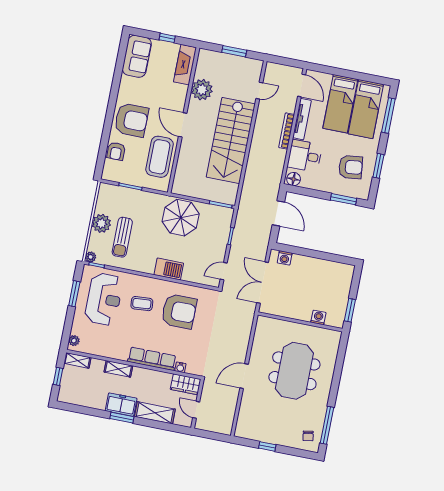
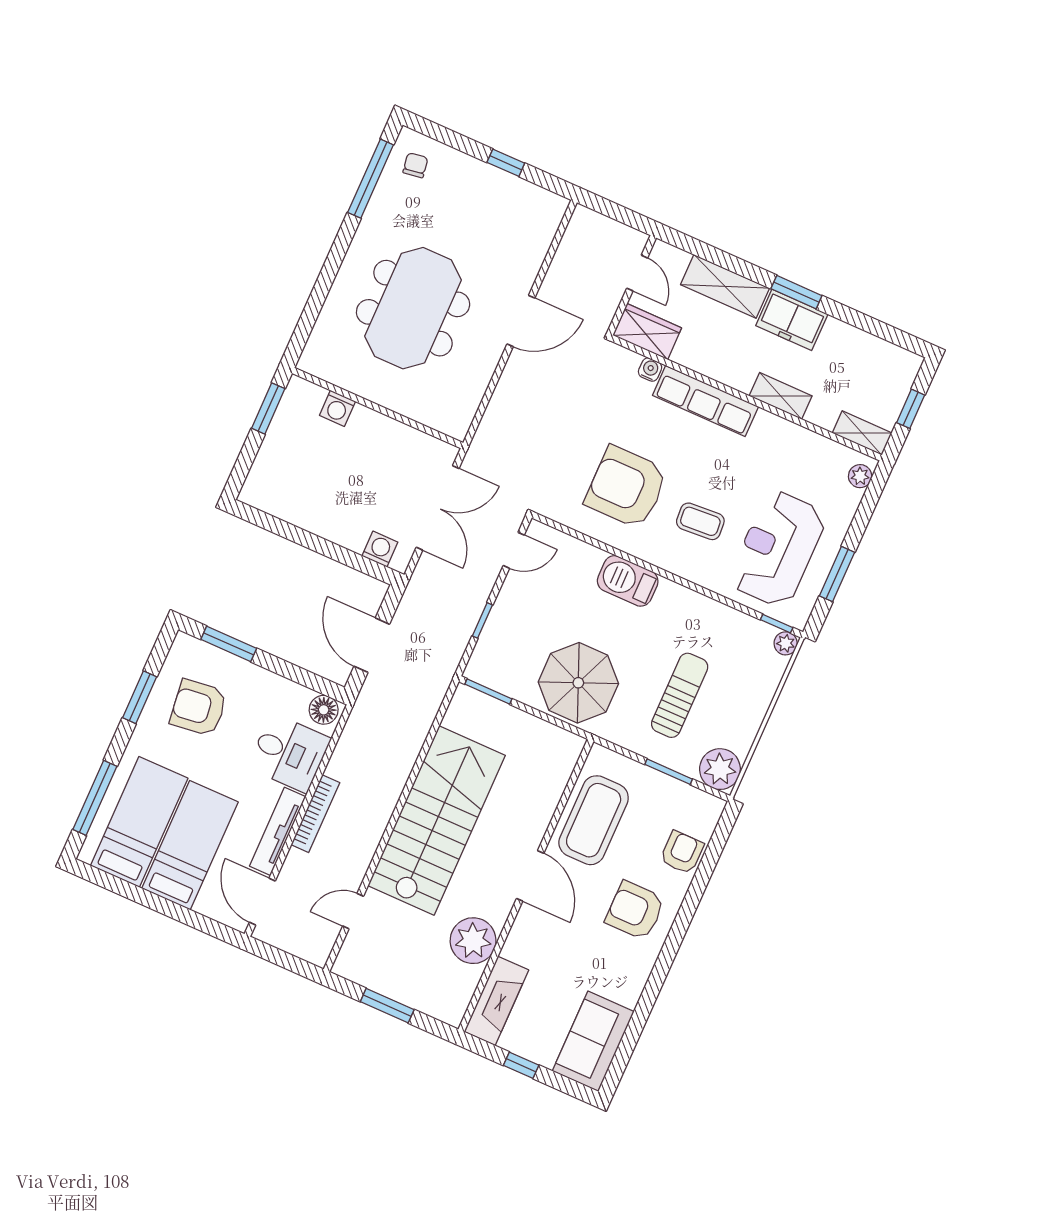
armchair: (131, 120) -> (635, 910), width x0.73, depth x0.73
plant: (101, 223) -> (720, 769), moved
sun lounger: (122, 237) -> (680, 695), moved

